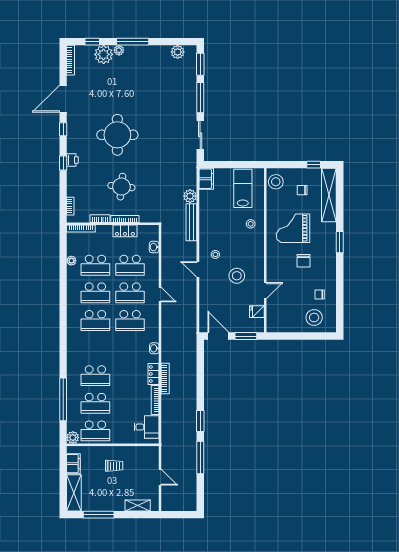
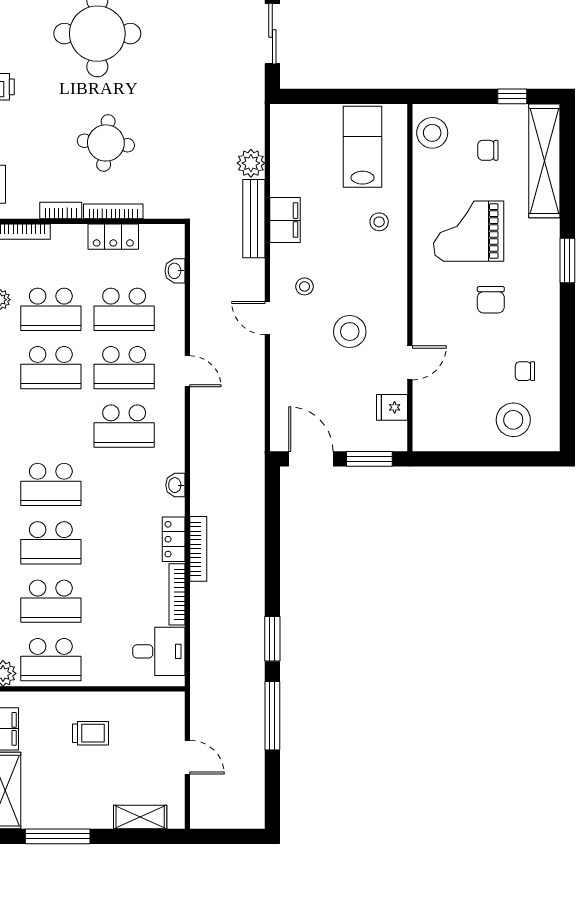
filing cabinet: (206, 179) -> (285, 220), moved
school desk: (95, 320) -> (51, 484), moved

